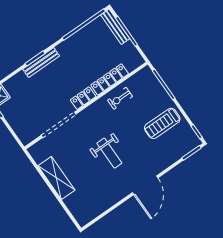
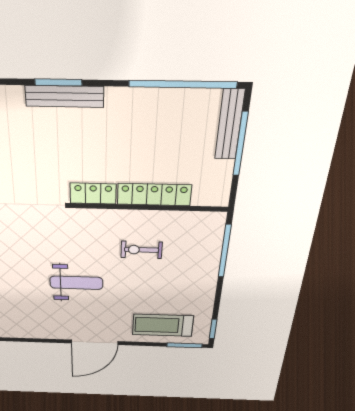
exercise bike: (120, 98) -> (142, 250), moved
treadmill: (162, 123) -> (163, 325), moved
weight bench: (109, 153) -> (76, 283), turned -90

